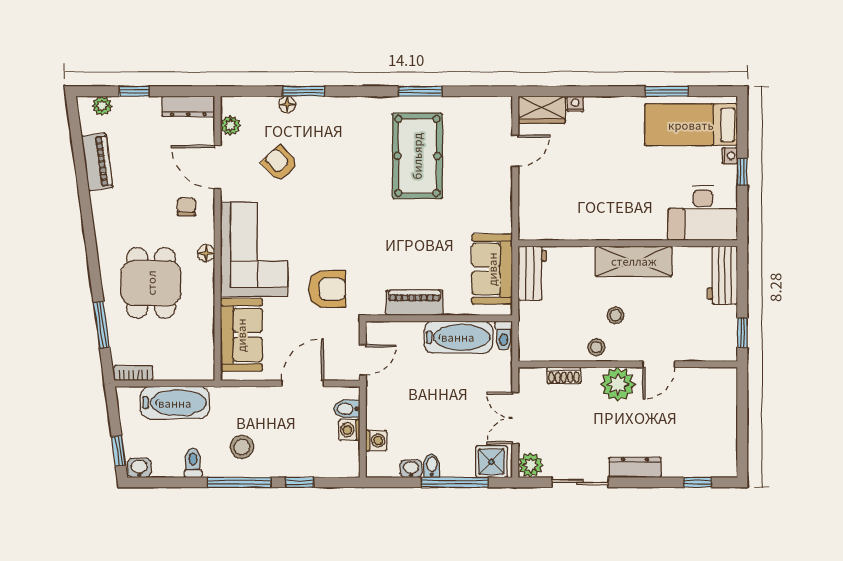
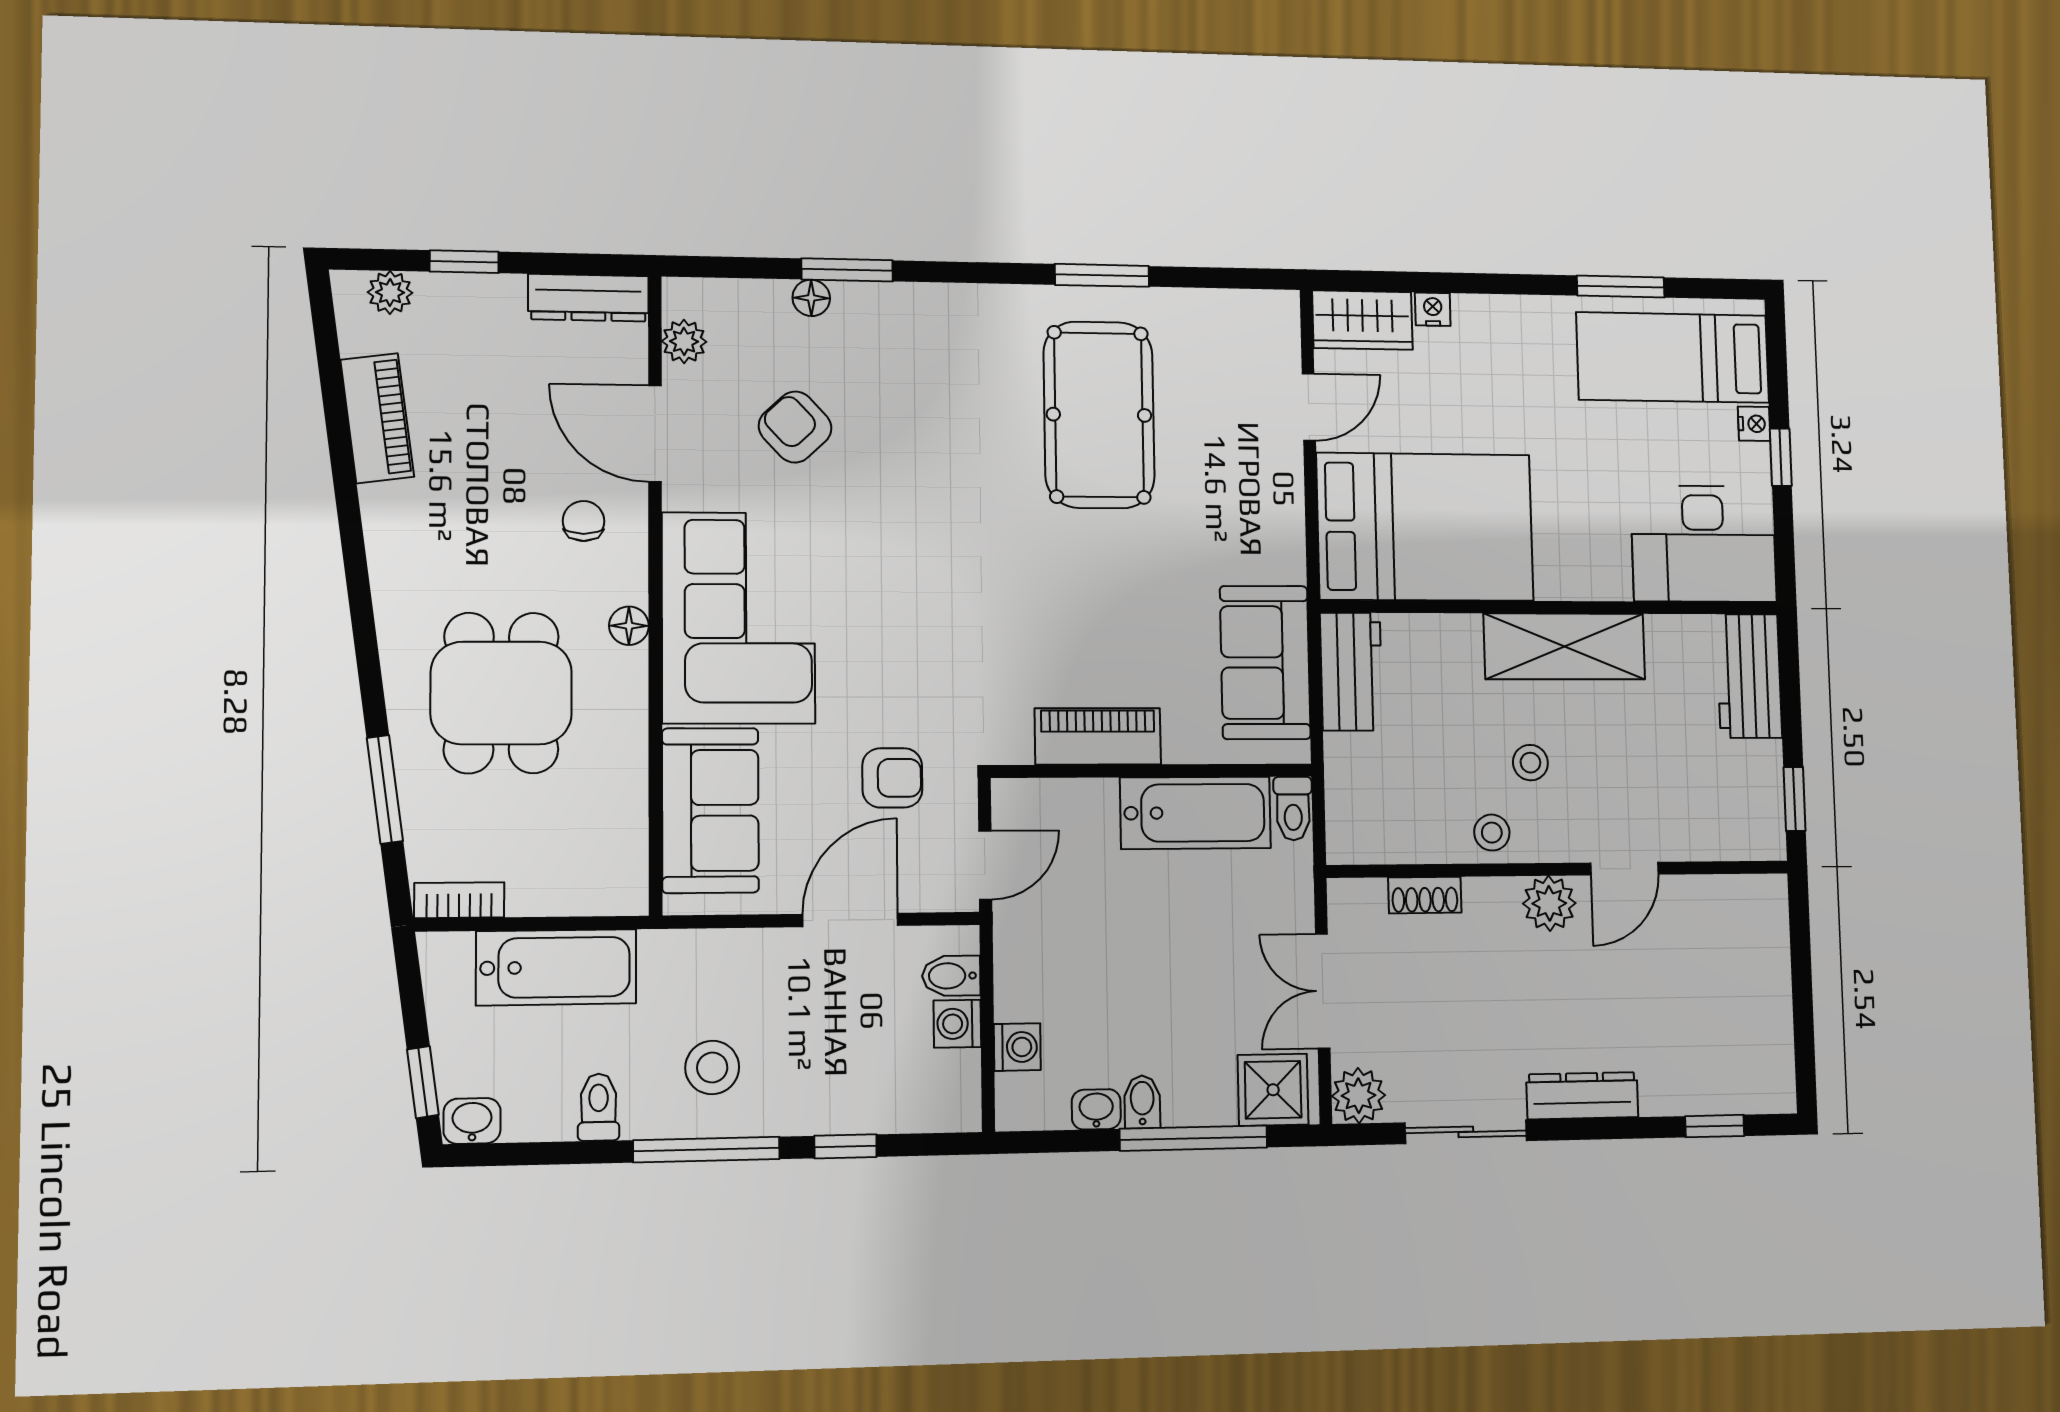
bed: (569, 206) -> (1425, 527), added
armchair: (327, 289) -> (892, 778), moved, width x0.72, depth x0.72
plant: (618, 384) -> (1549, 903), width x0.73, depth x0.73

